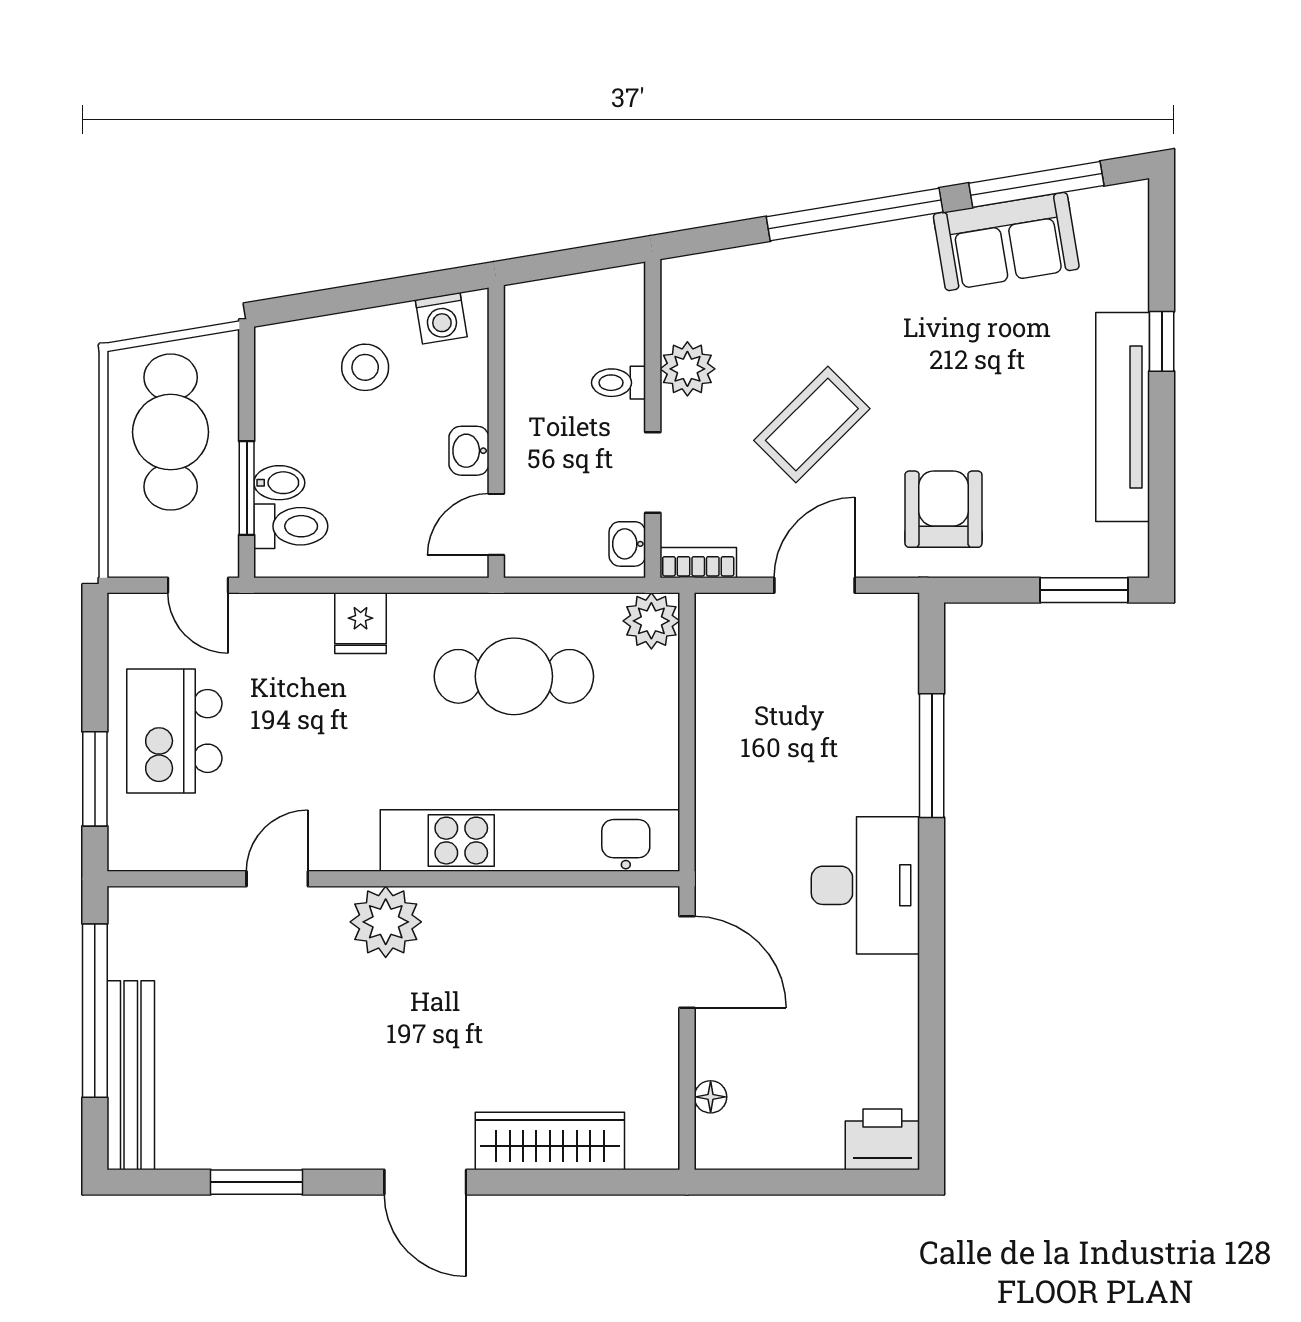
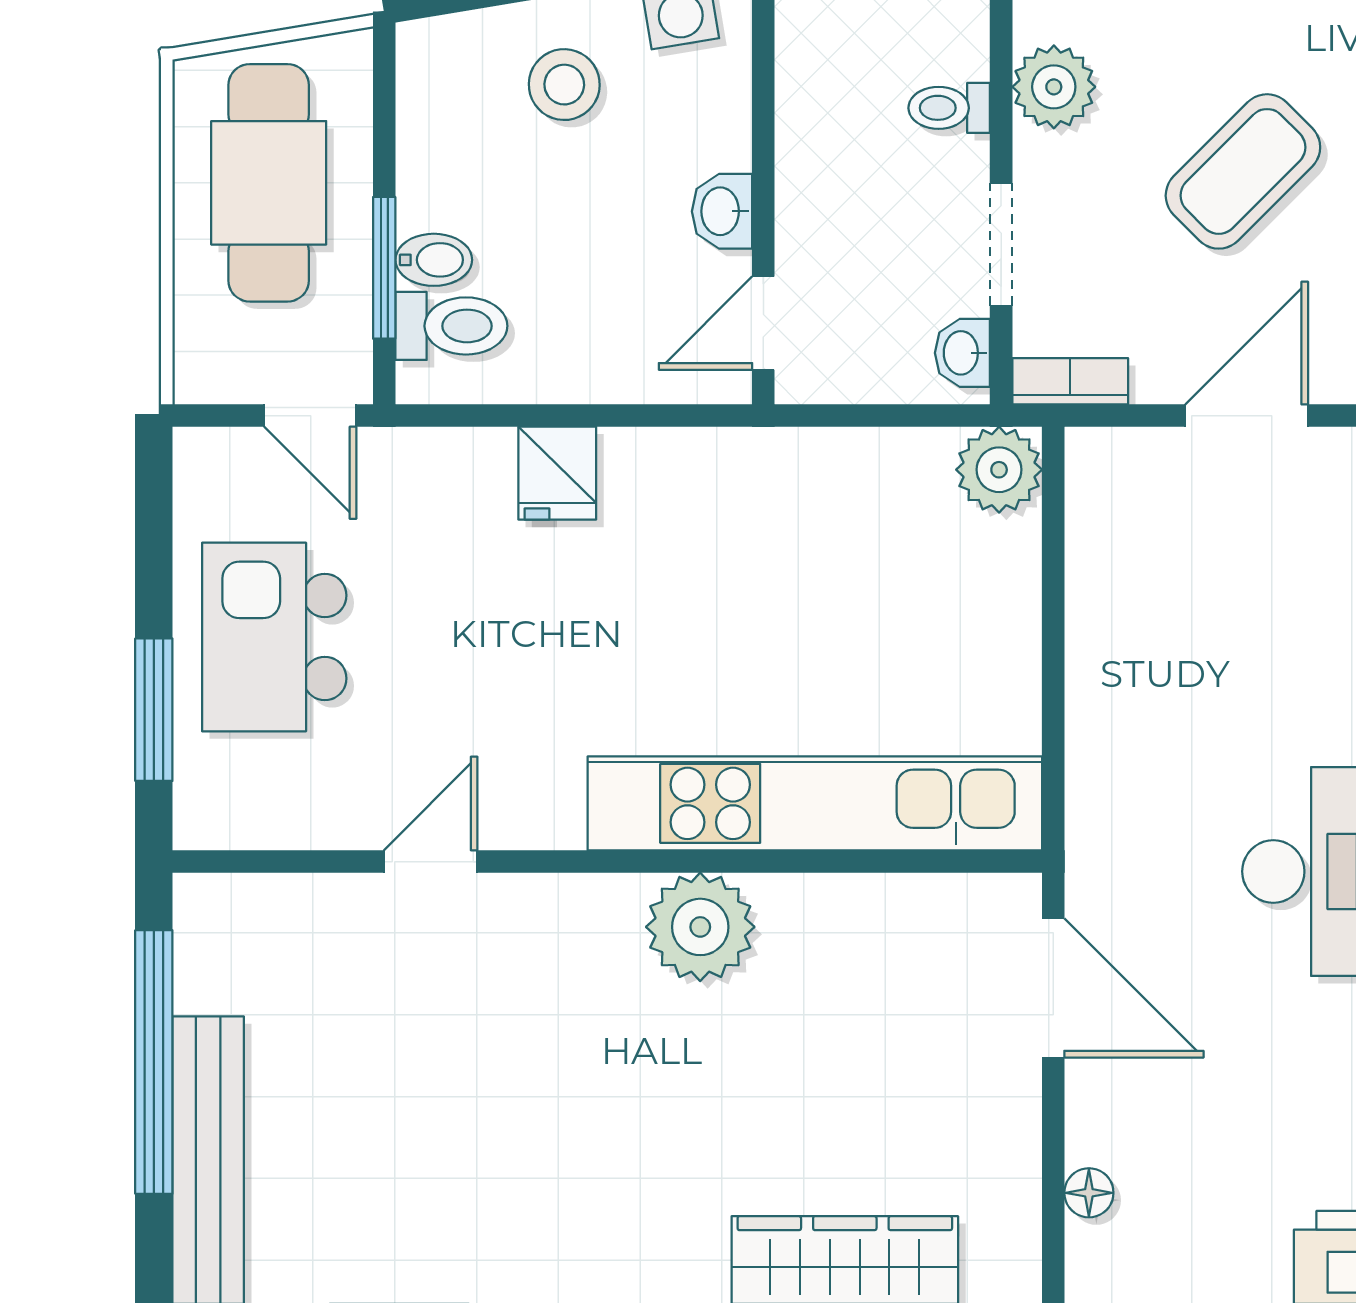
cafe table: (514, 676) -> (790, 554), removed
plant: (386, 922) -> (700, 927), moved

